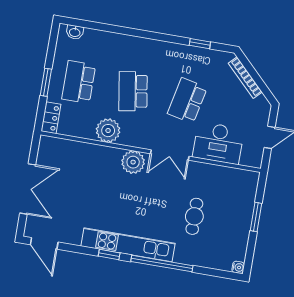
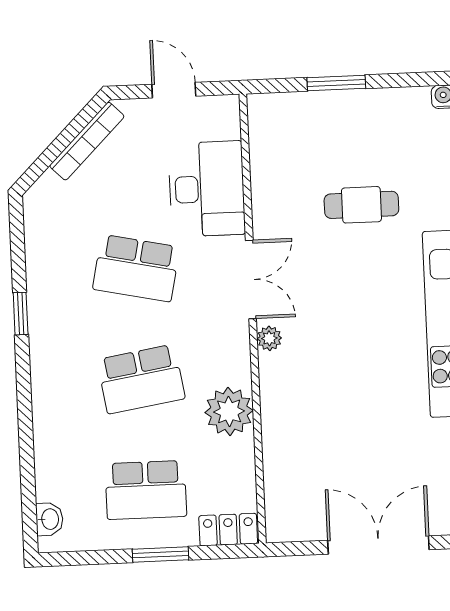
window: (200, 44) -> (21, 314), moved
bookcase: (245, 78) -> (87, 141), moved
plant: (133, 162) -> (269, 338), width x0.53, depth x0.53

